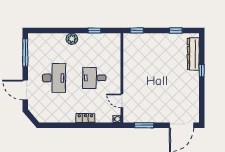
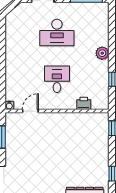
printer: (115, 55) -> (84, 103), added
locker: (85, 118) -> (10, 69), removed

